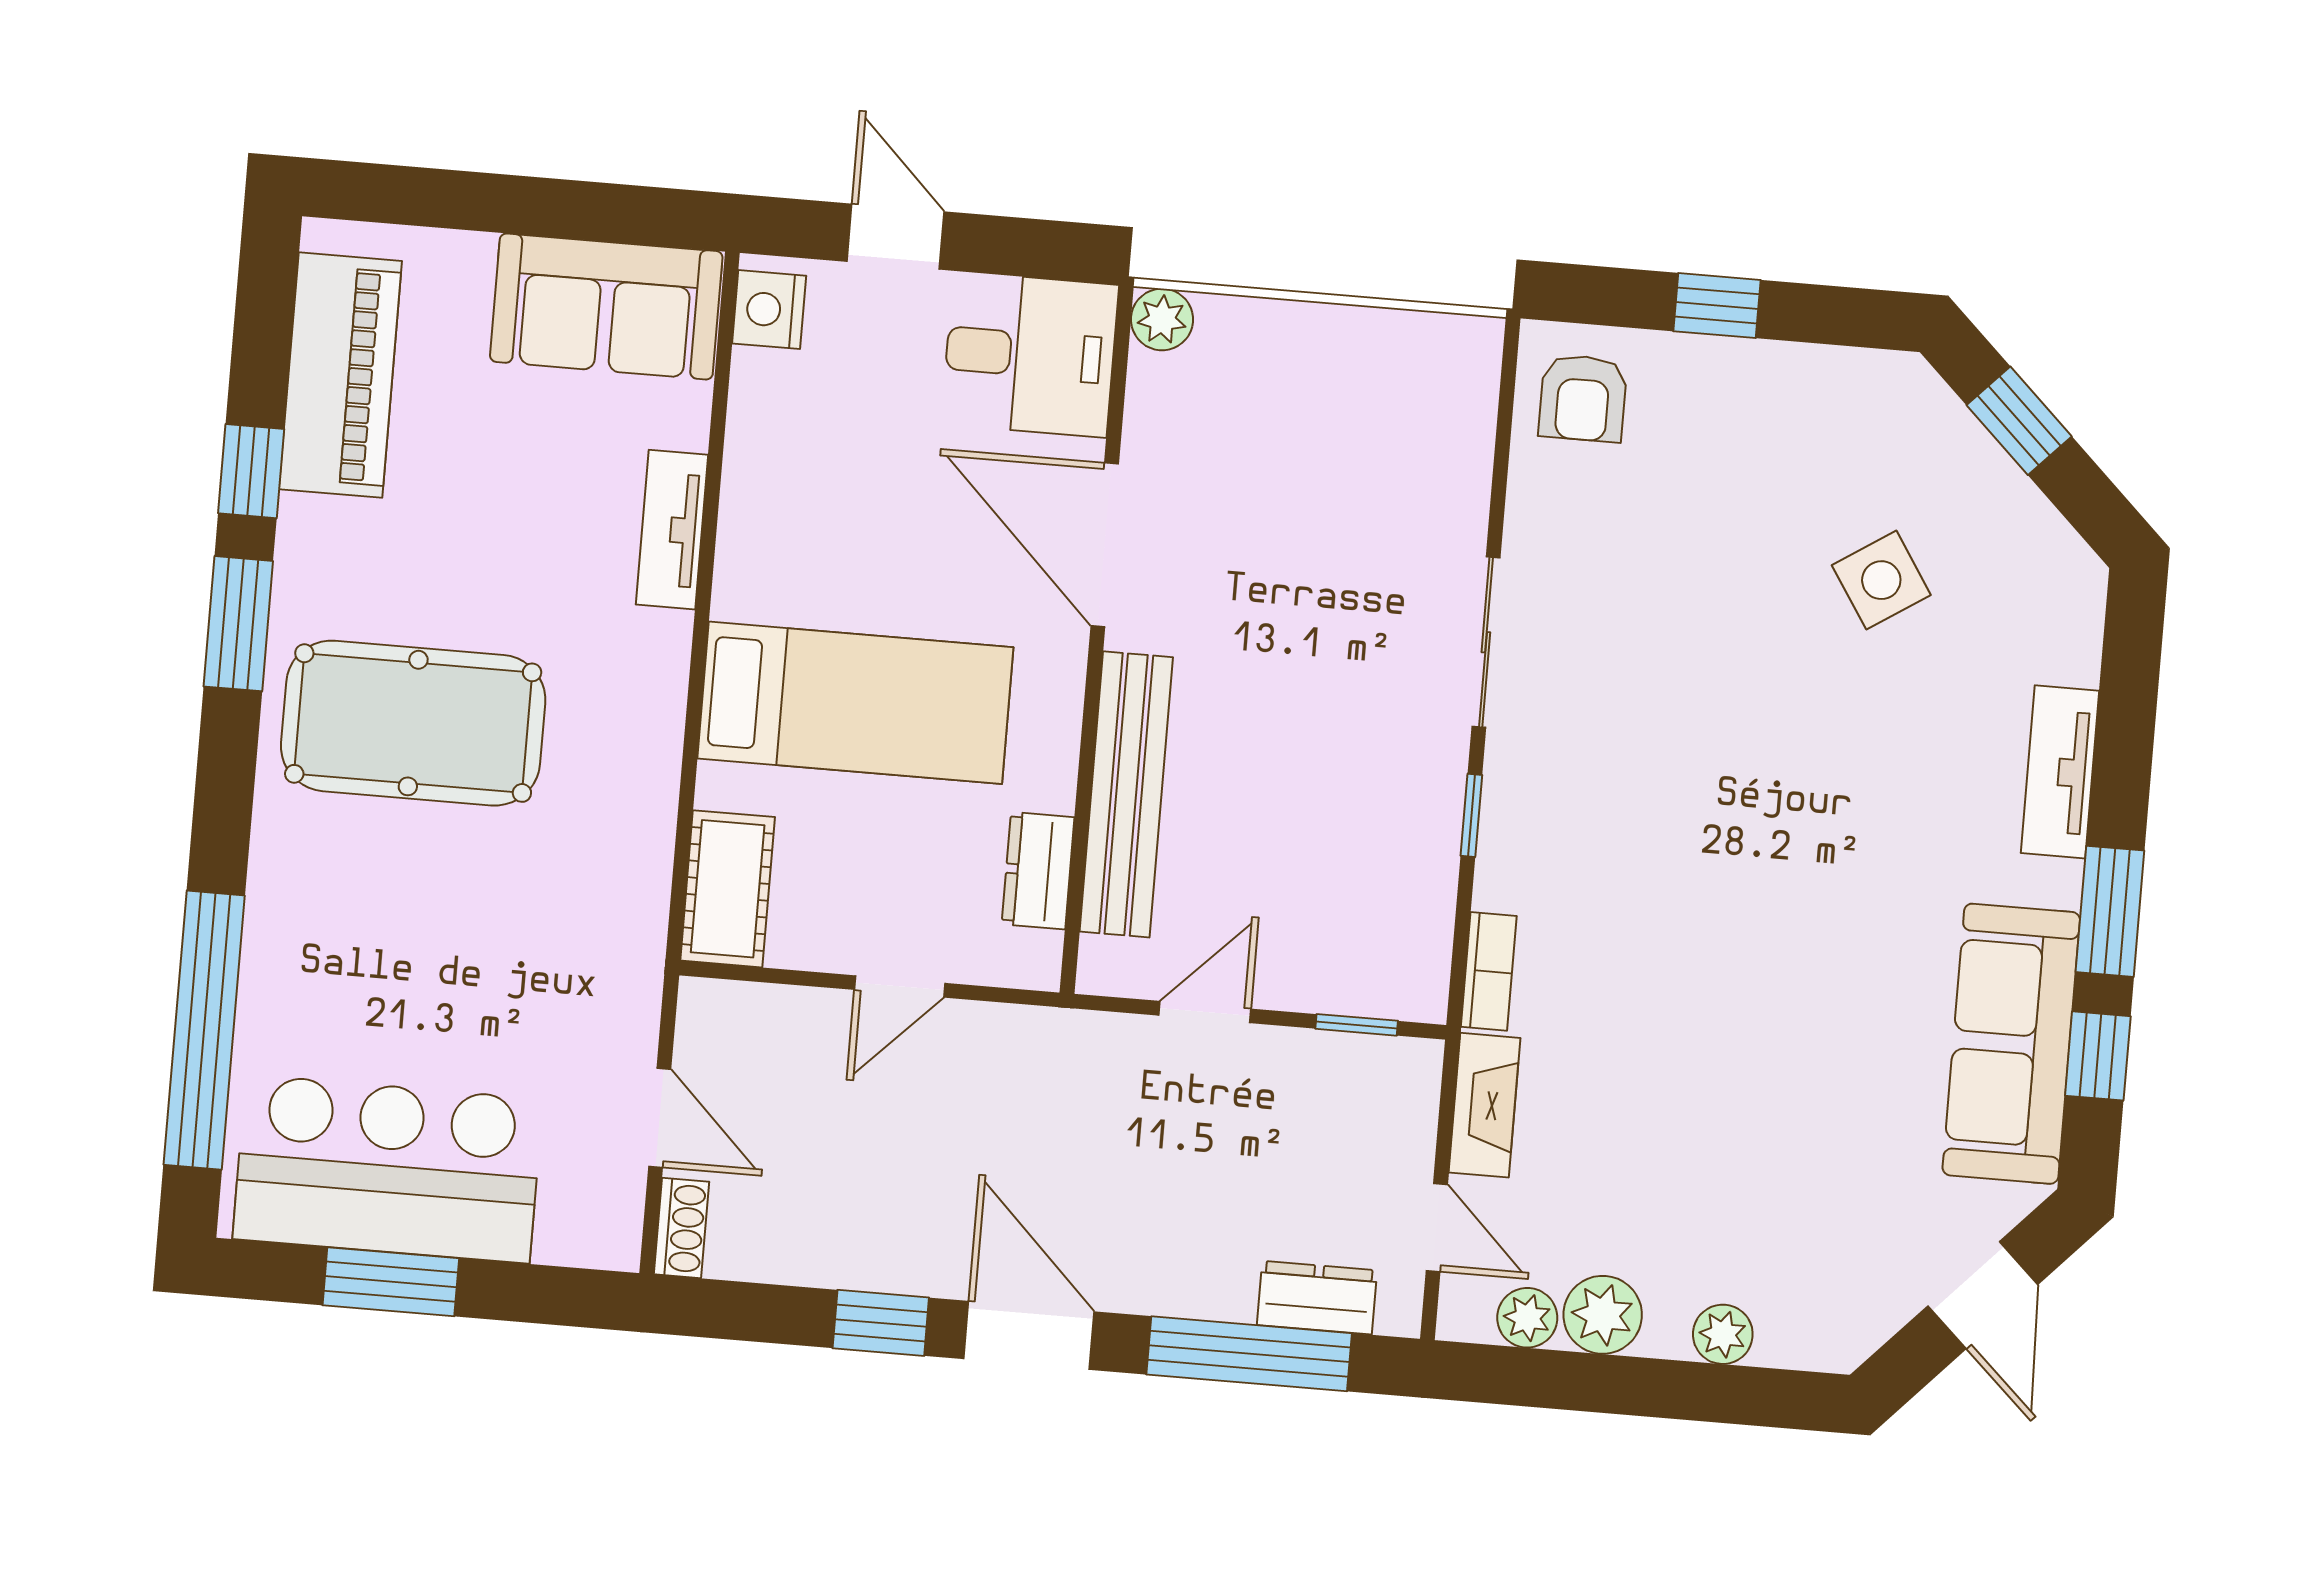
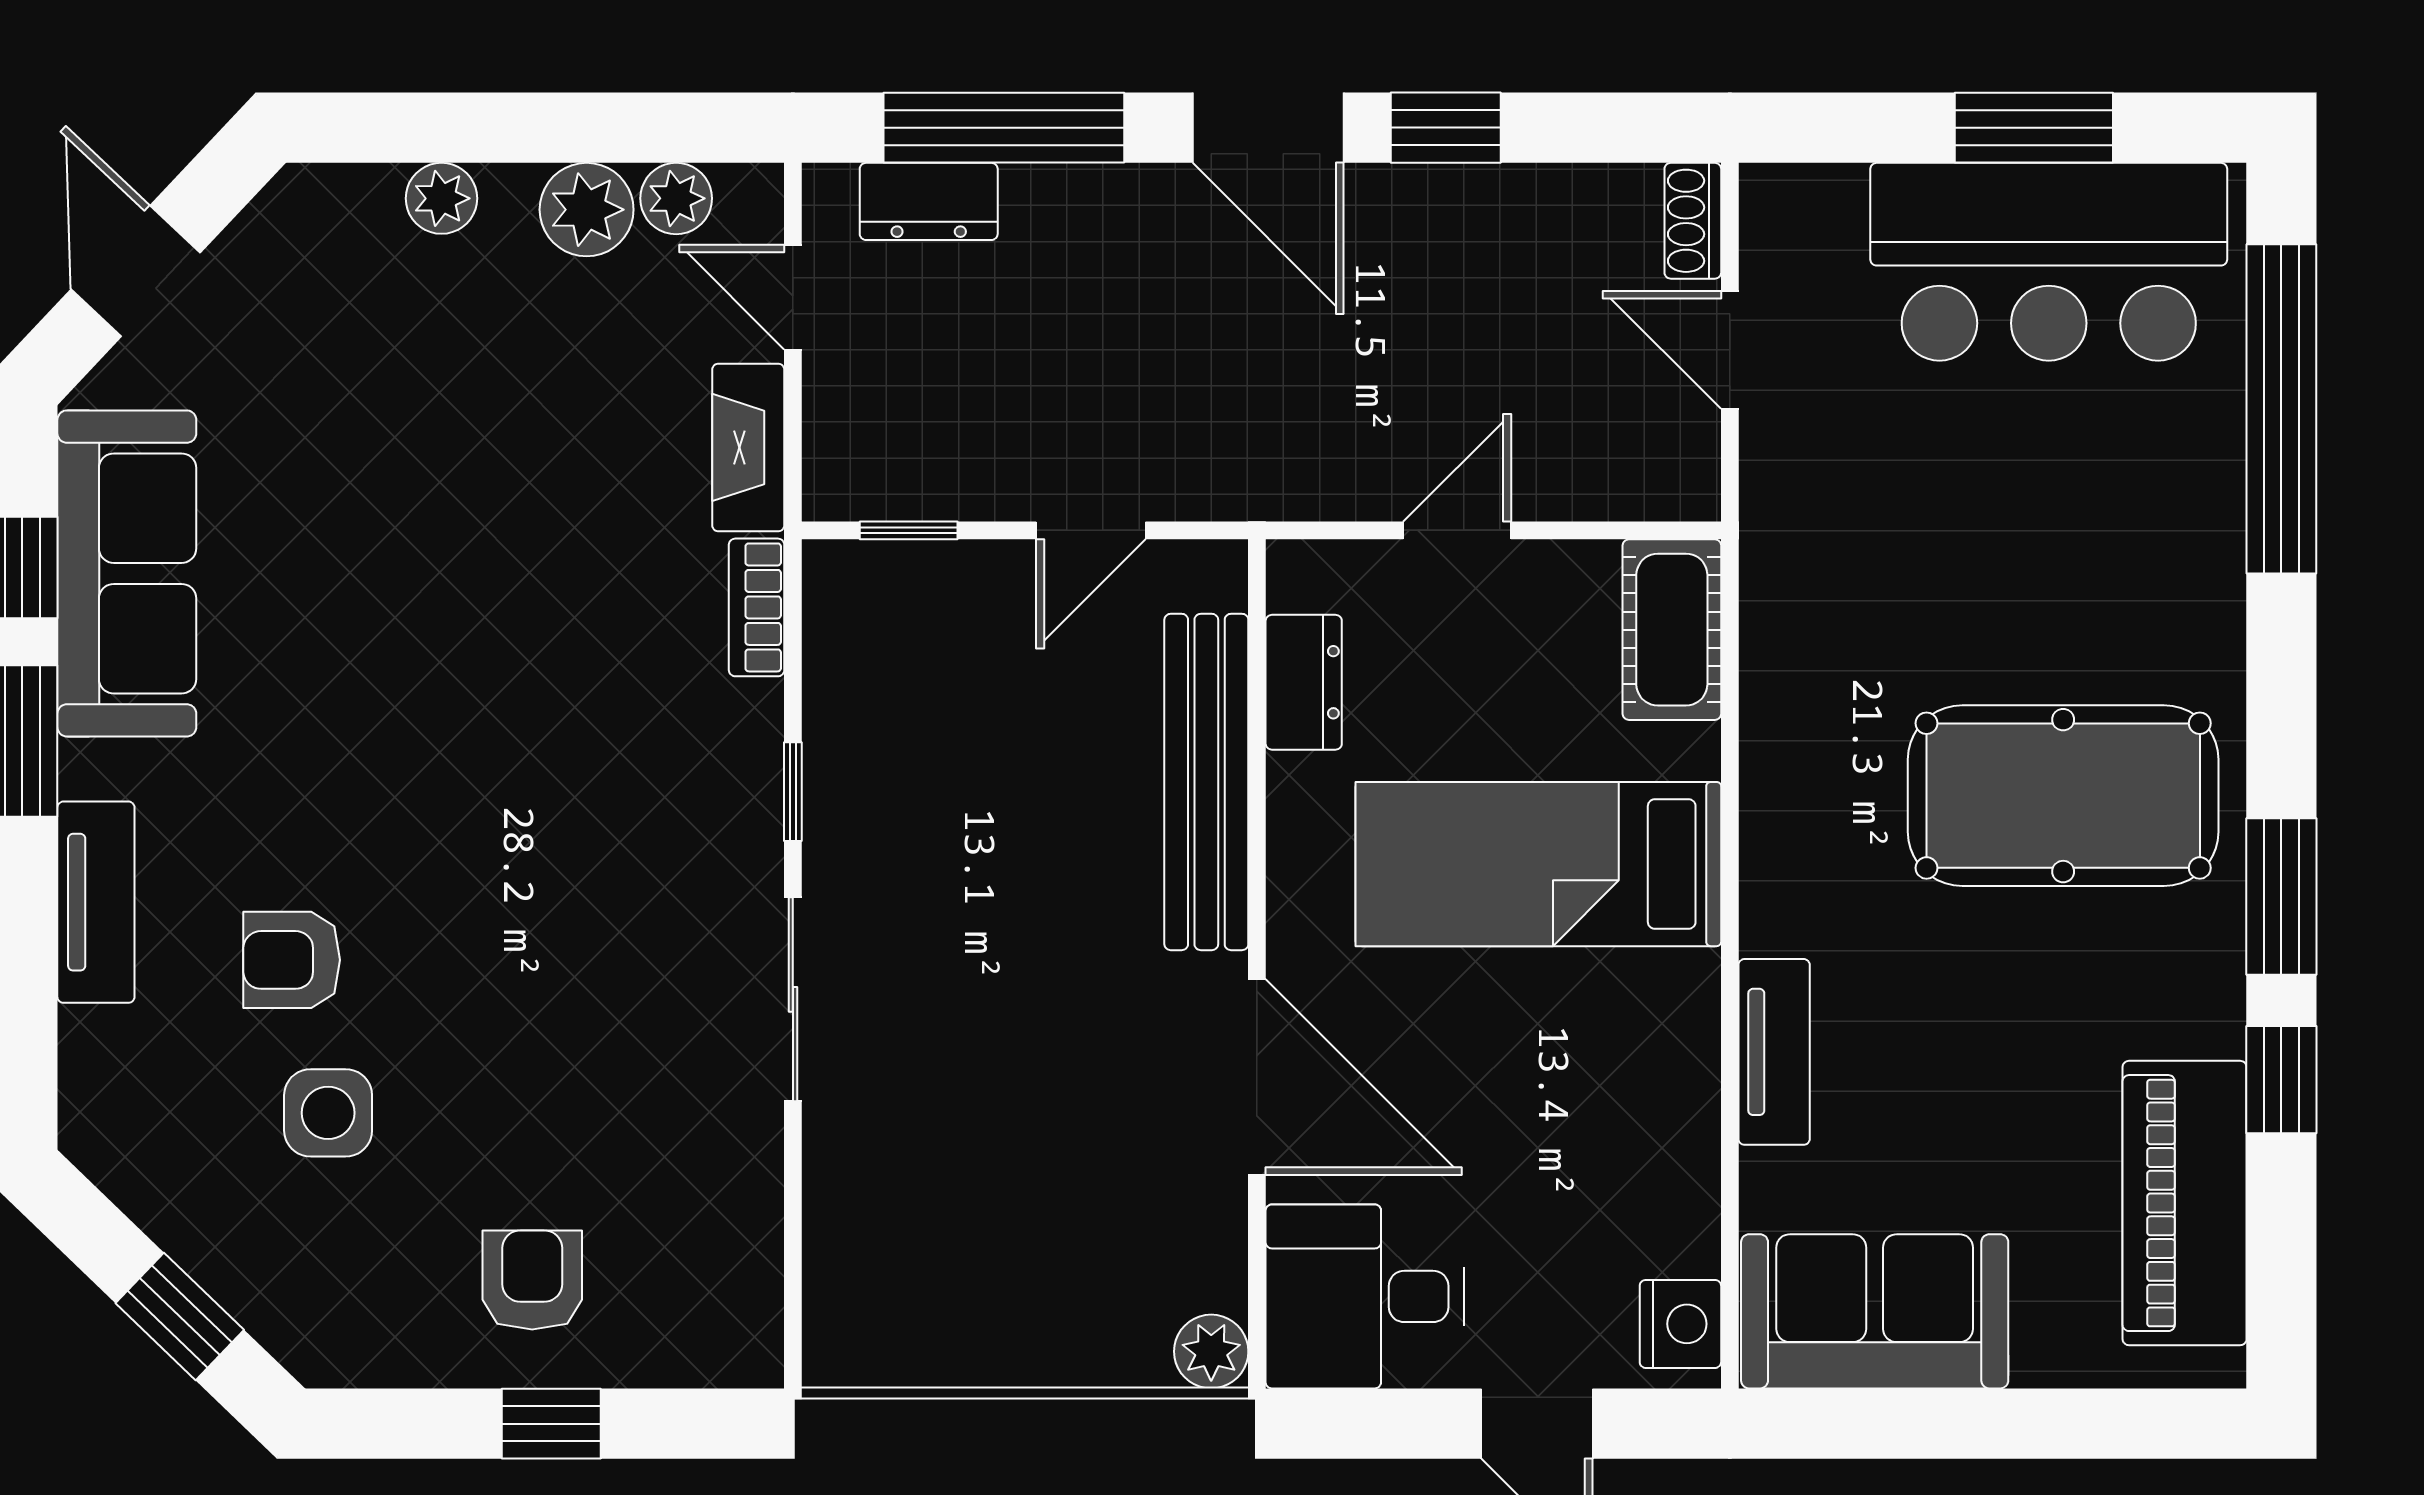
armchair: (1583, 398) -> (532, 1280), moved
side table: (1881, 580) -> (328, 1113), turned 33
armchair: (1901, 710) -> (292, 960), added

